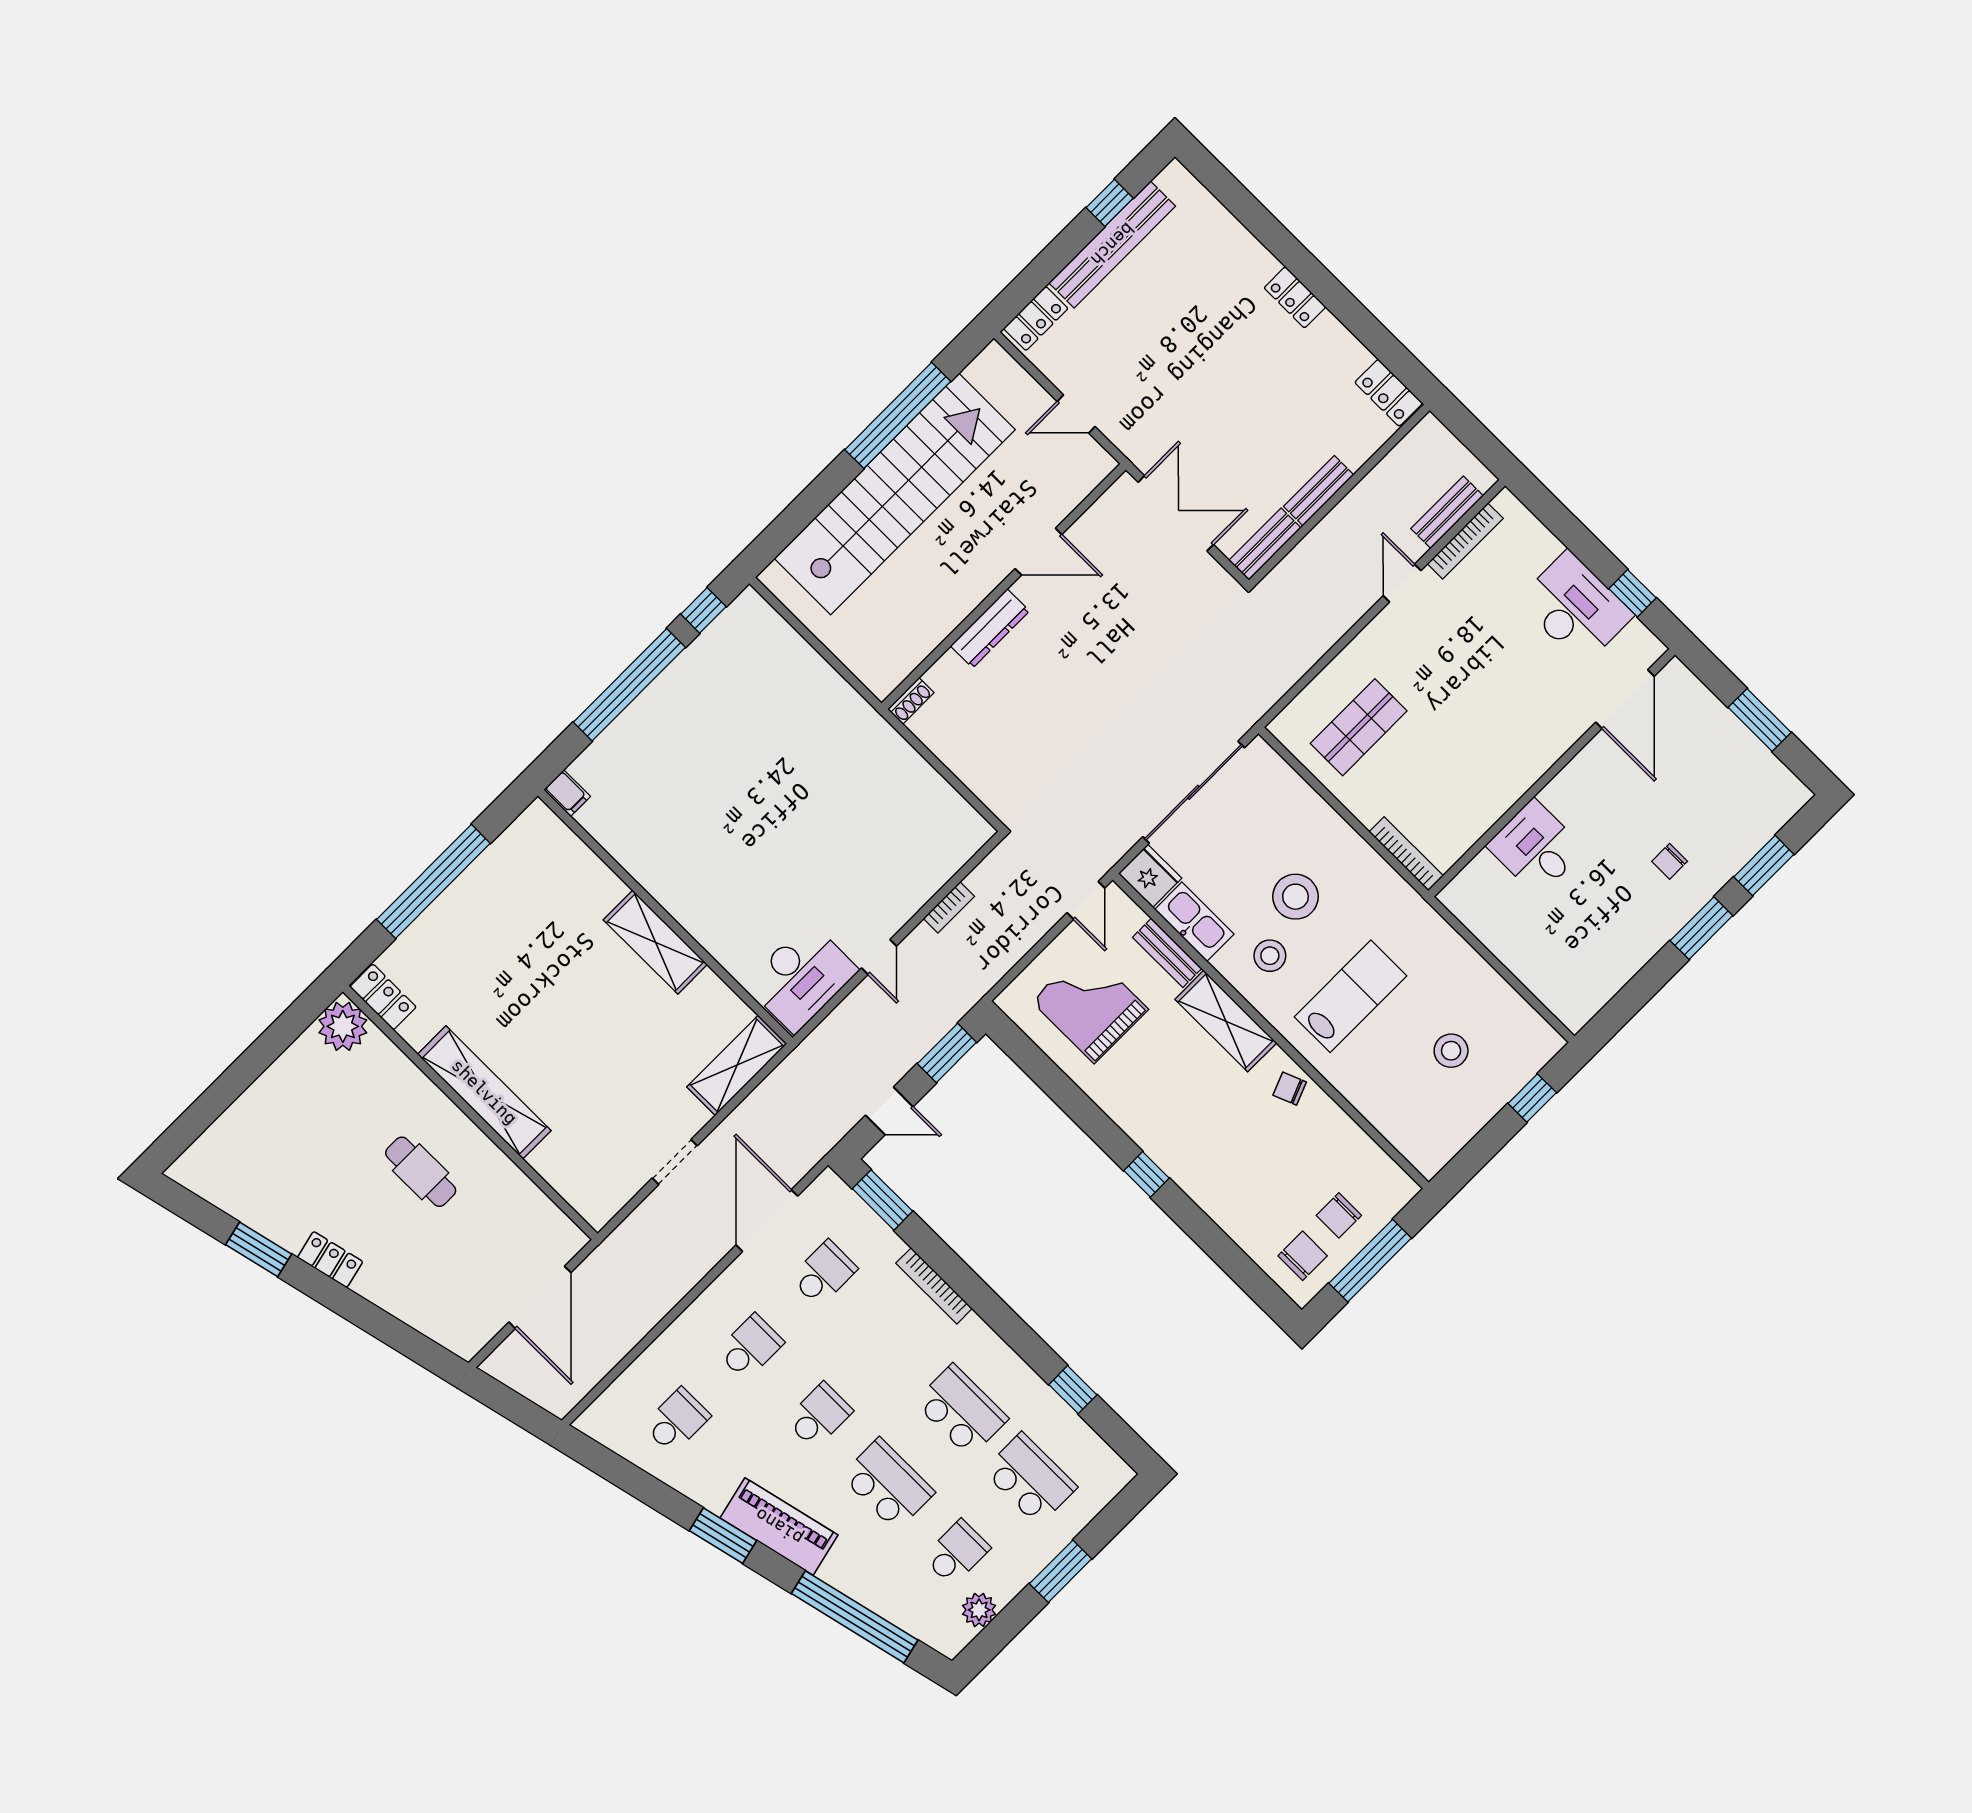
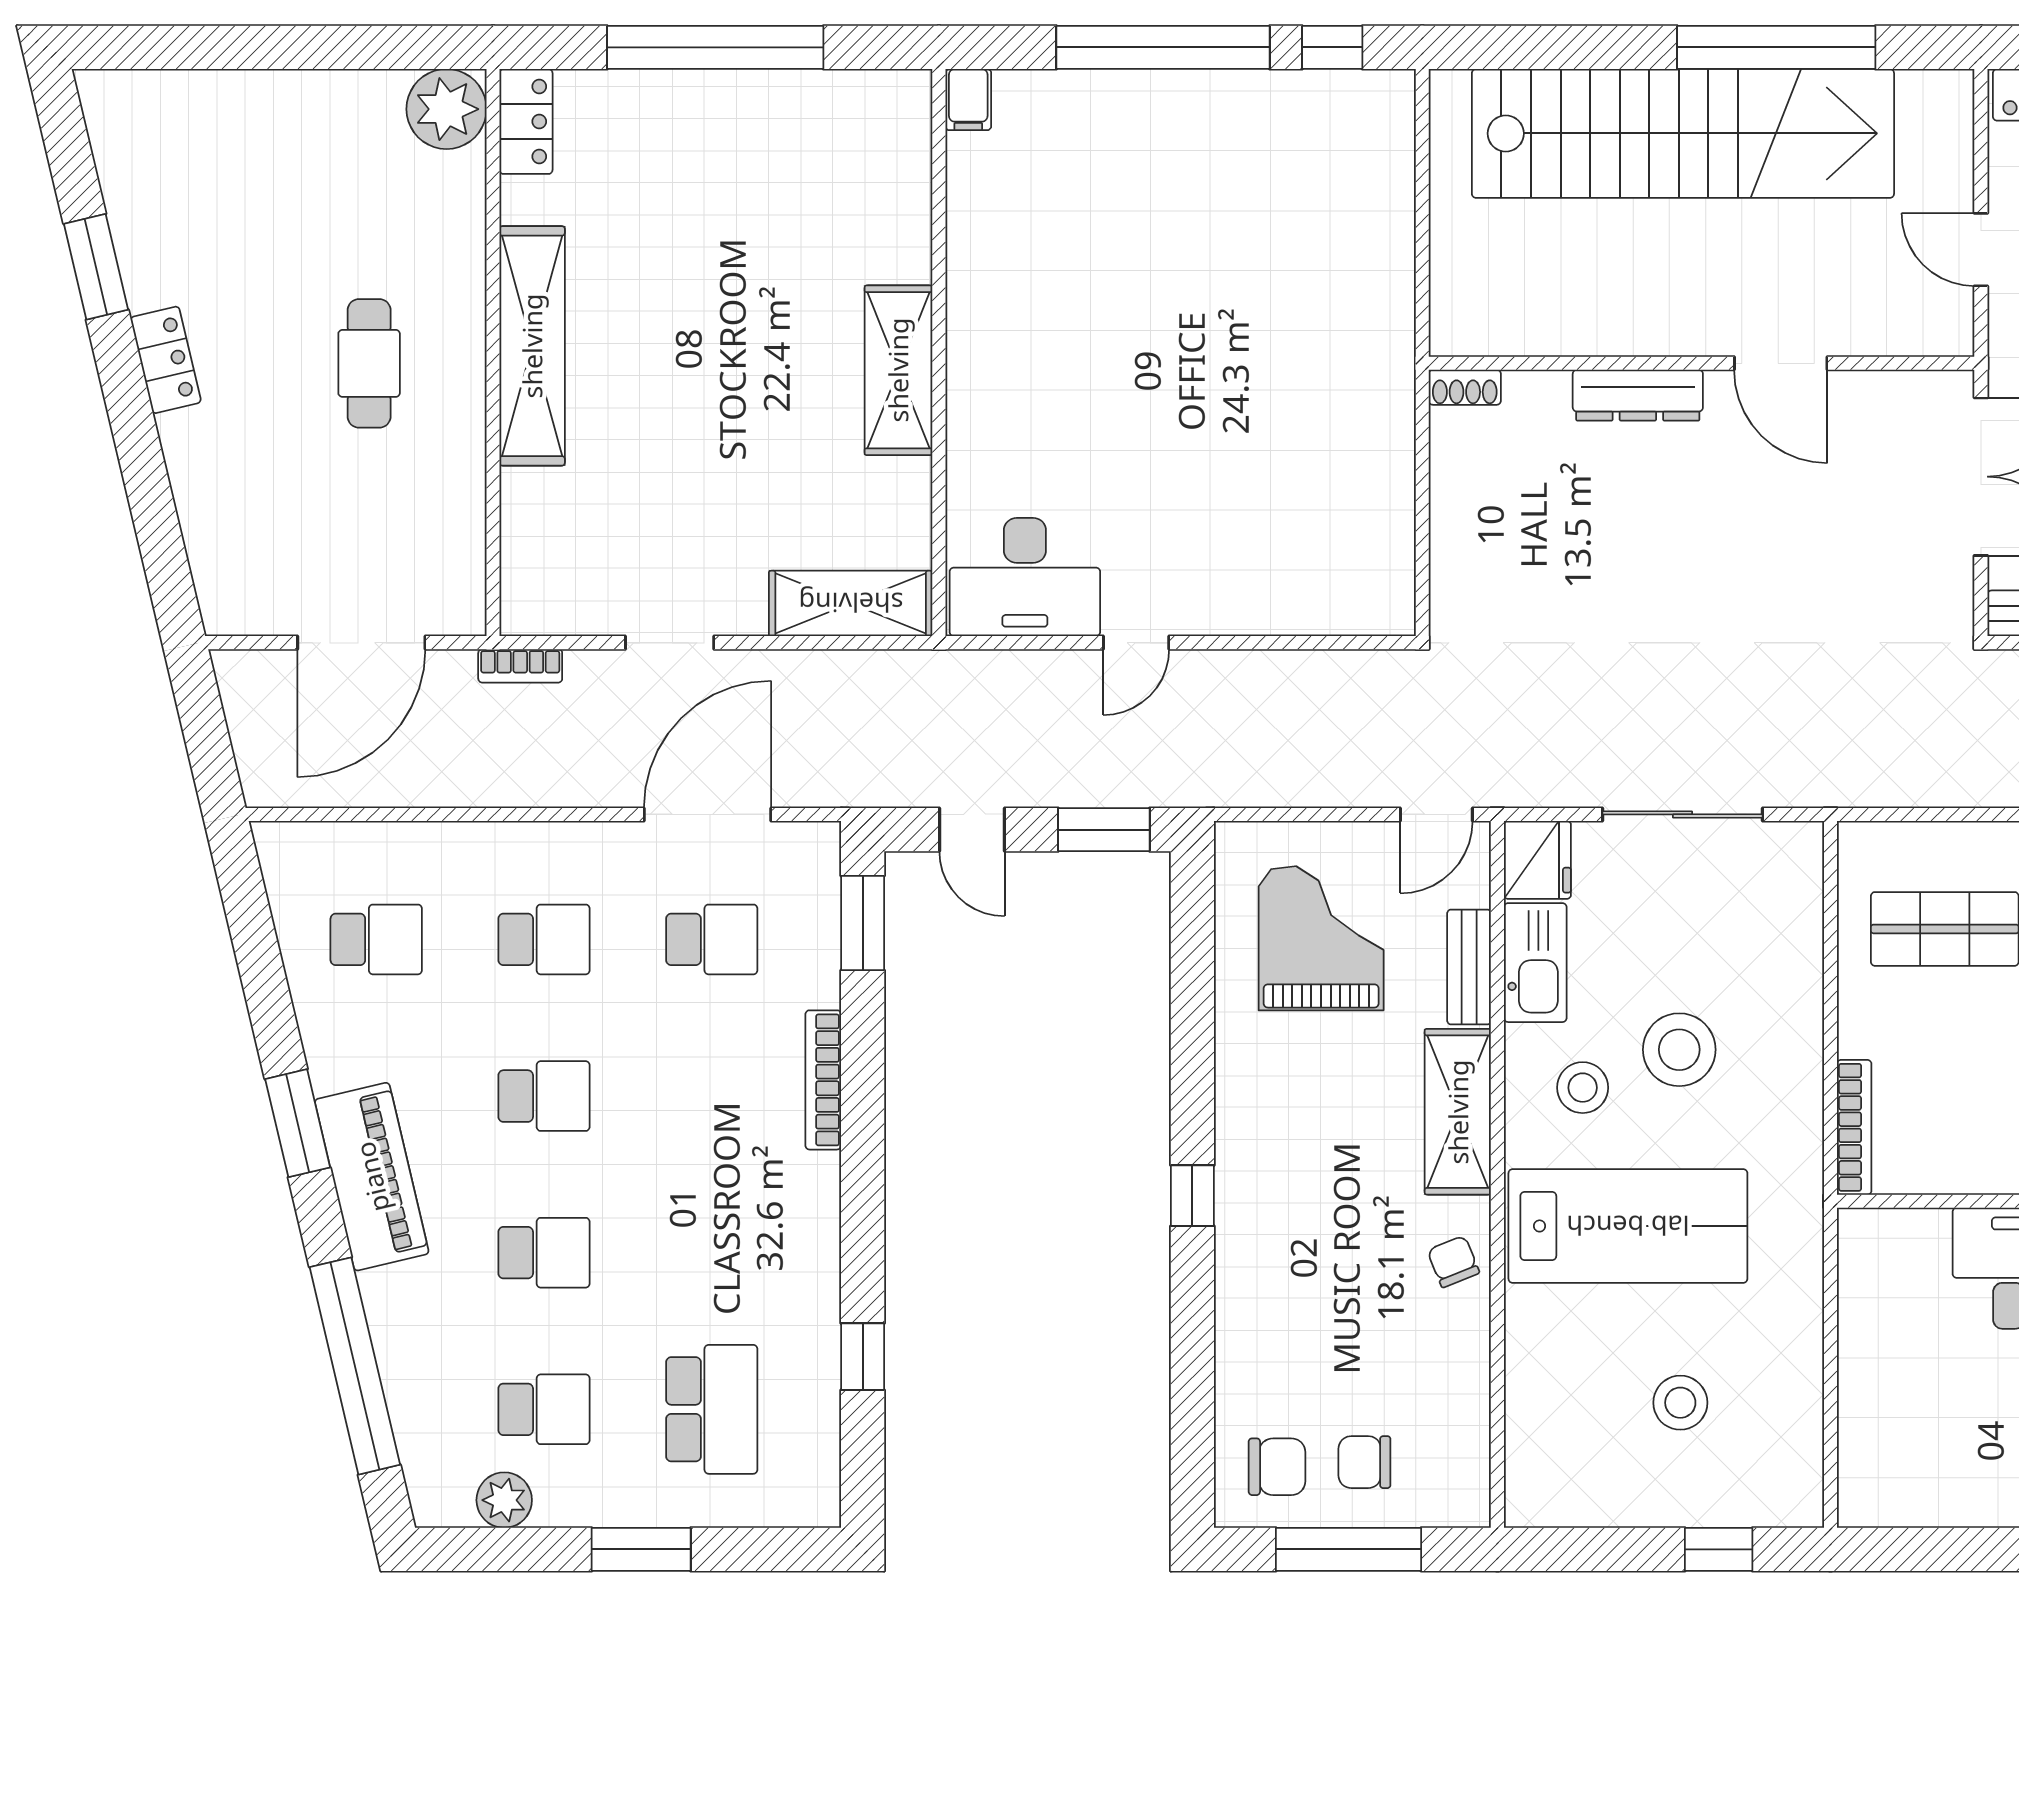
sliding door: (1194, 792) -> (1683, 814), width x0.73
bookcase: (949, 907) -> (520, 666), moved
lab bench: (1350, 996) -> (1628, 1226), width x1.36, depth x1.39
school desk: (961, 1410) -> (712, 1253), removed
school desk: (888, 1484) -> (544, 1253), width x0.54

